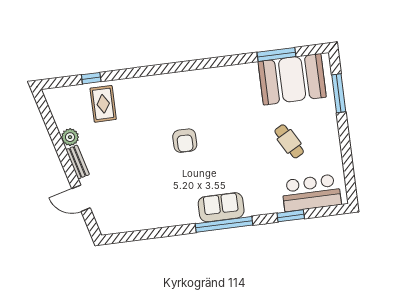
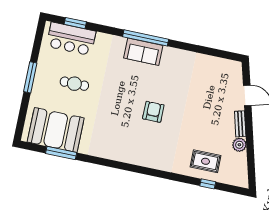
window: (339, 93) -> (30, 77), moved
rug: (103, 104) -> (205, 161), turned 90
cafe table: (289, 141) -> (74, 84), turned -61
window: (291, 216) -> (75, 23), moved

